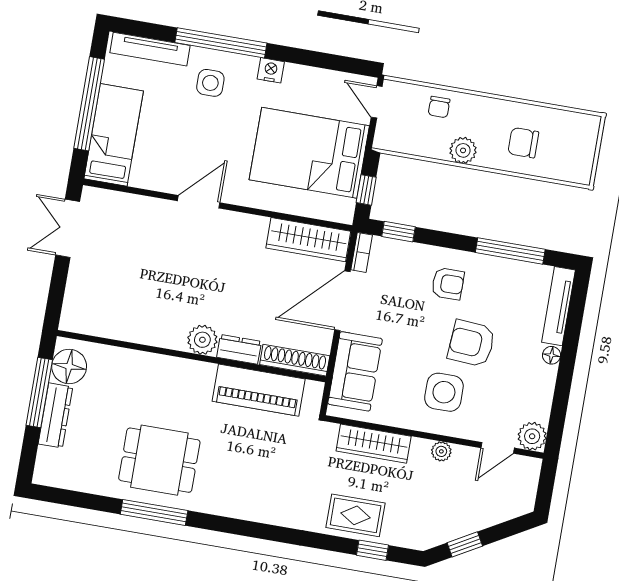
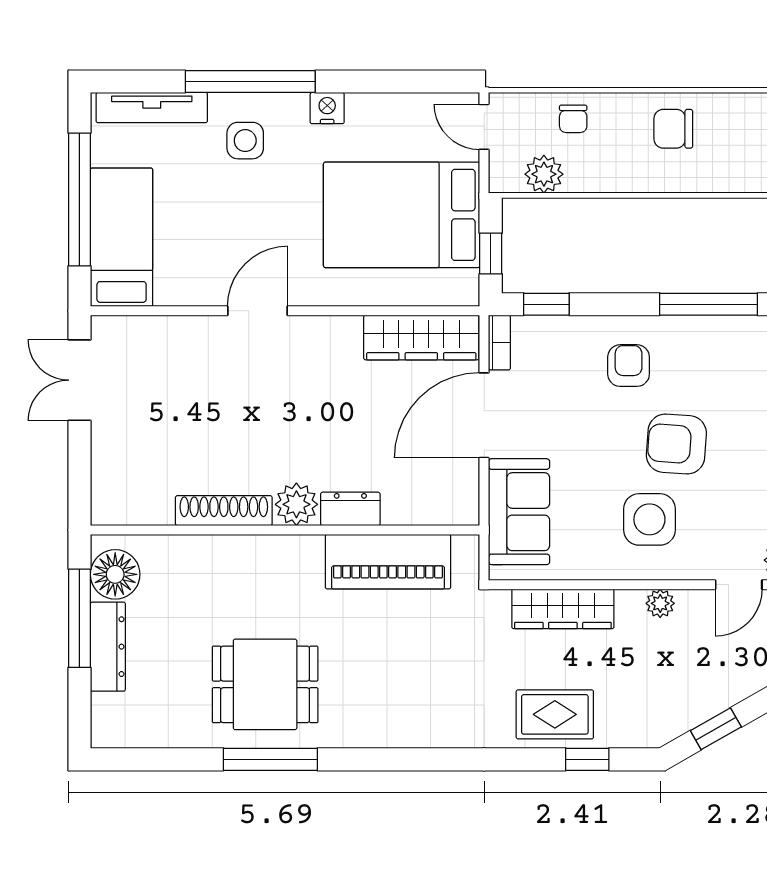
chair: (523, 143) -> (673, 129), moved
plant: (463, 150) -> (544, 174), moved
armchair: (448, 284) -> (629, 366), turned -90
shoe rack: (295, 360) -> (224, 511), moved

